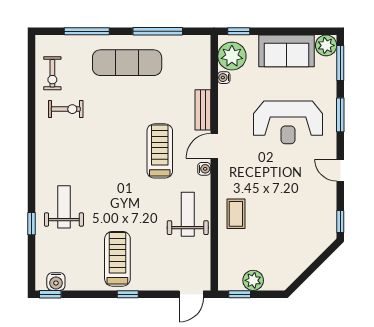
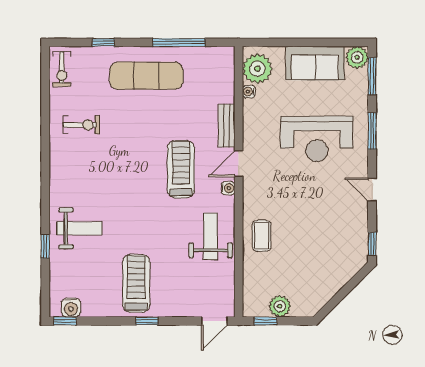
window: (87, 31) -> (104, 42), width x0.46
window: (239, 31) -> (265, 42), removed
exercise bike: (52, 73) -> (62, 69), moved
weight bench: (64, 207) -> (79, 228), turned 90

